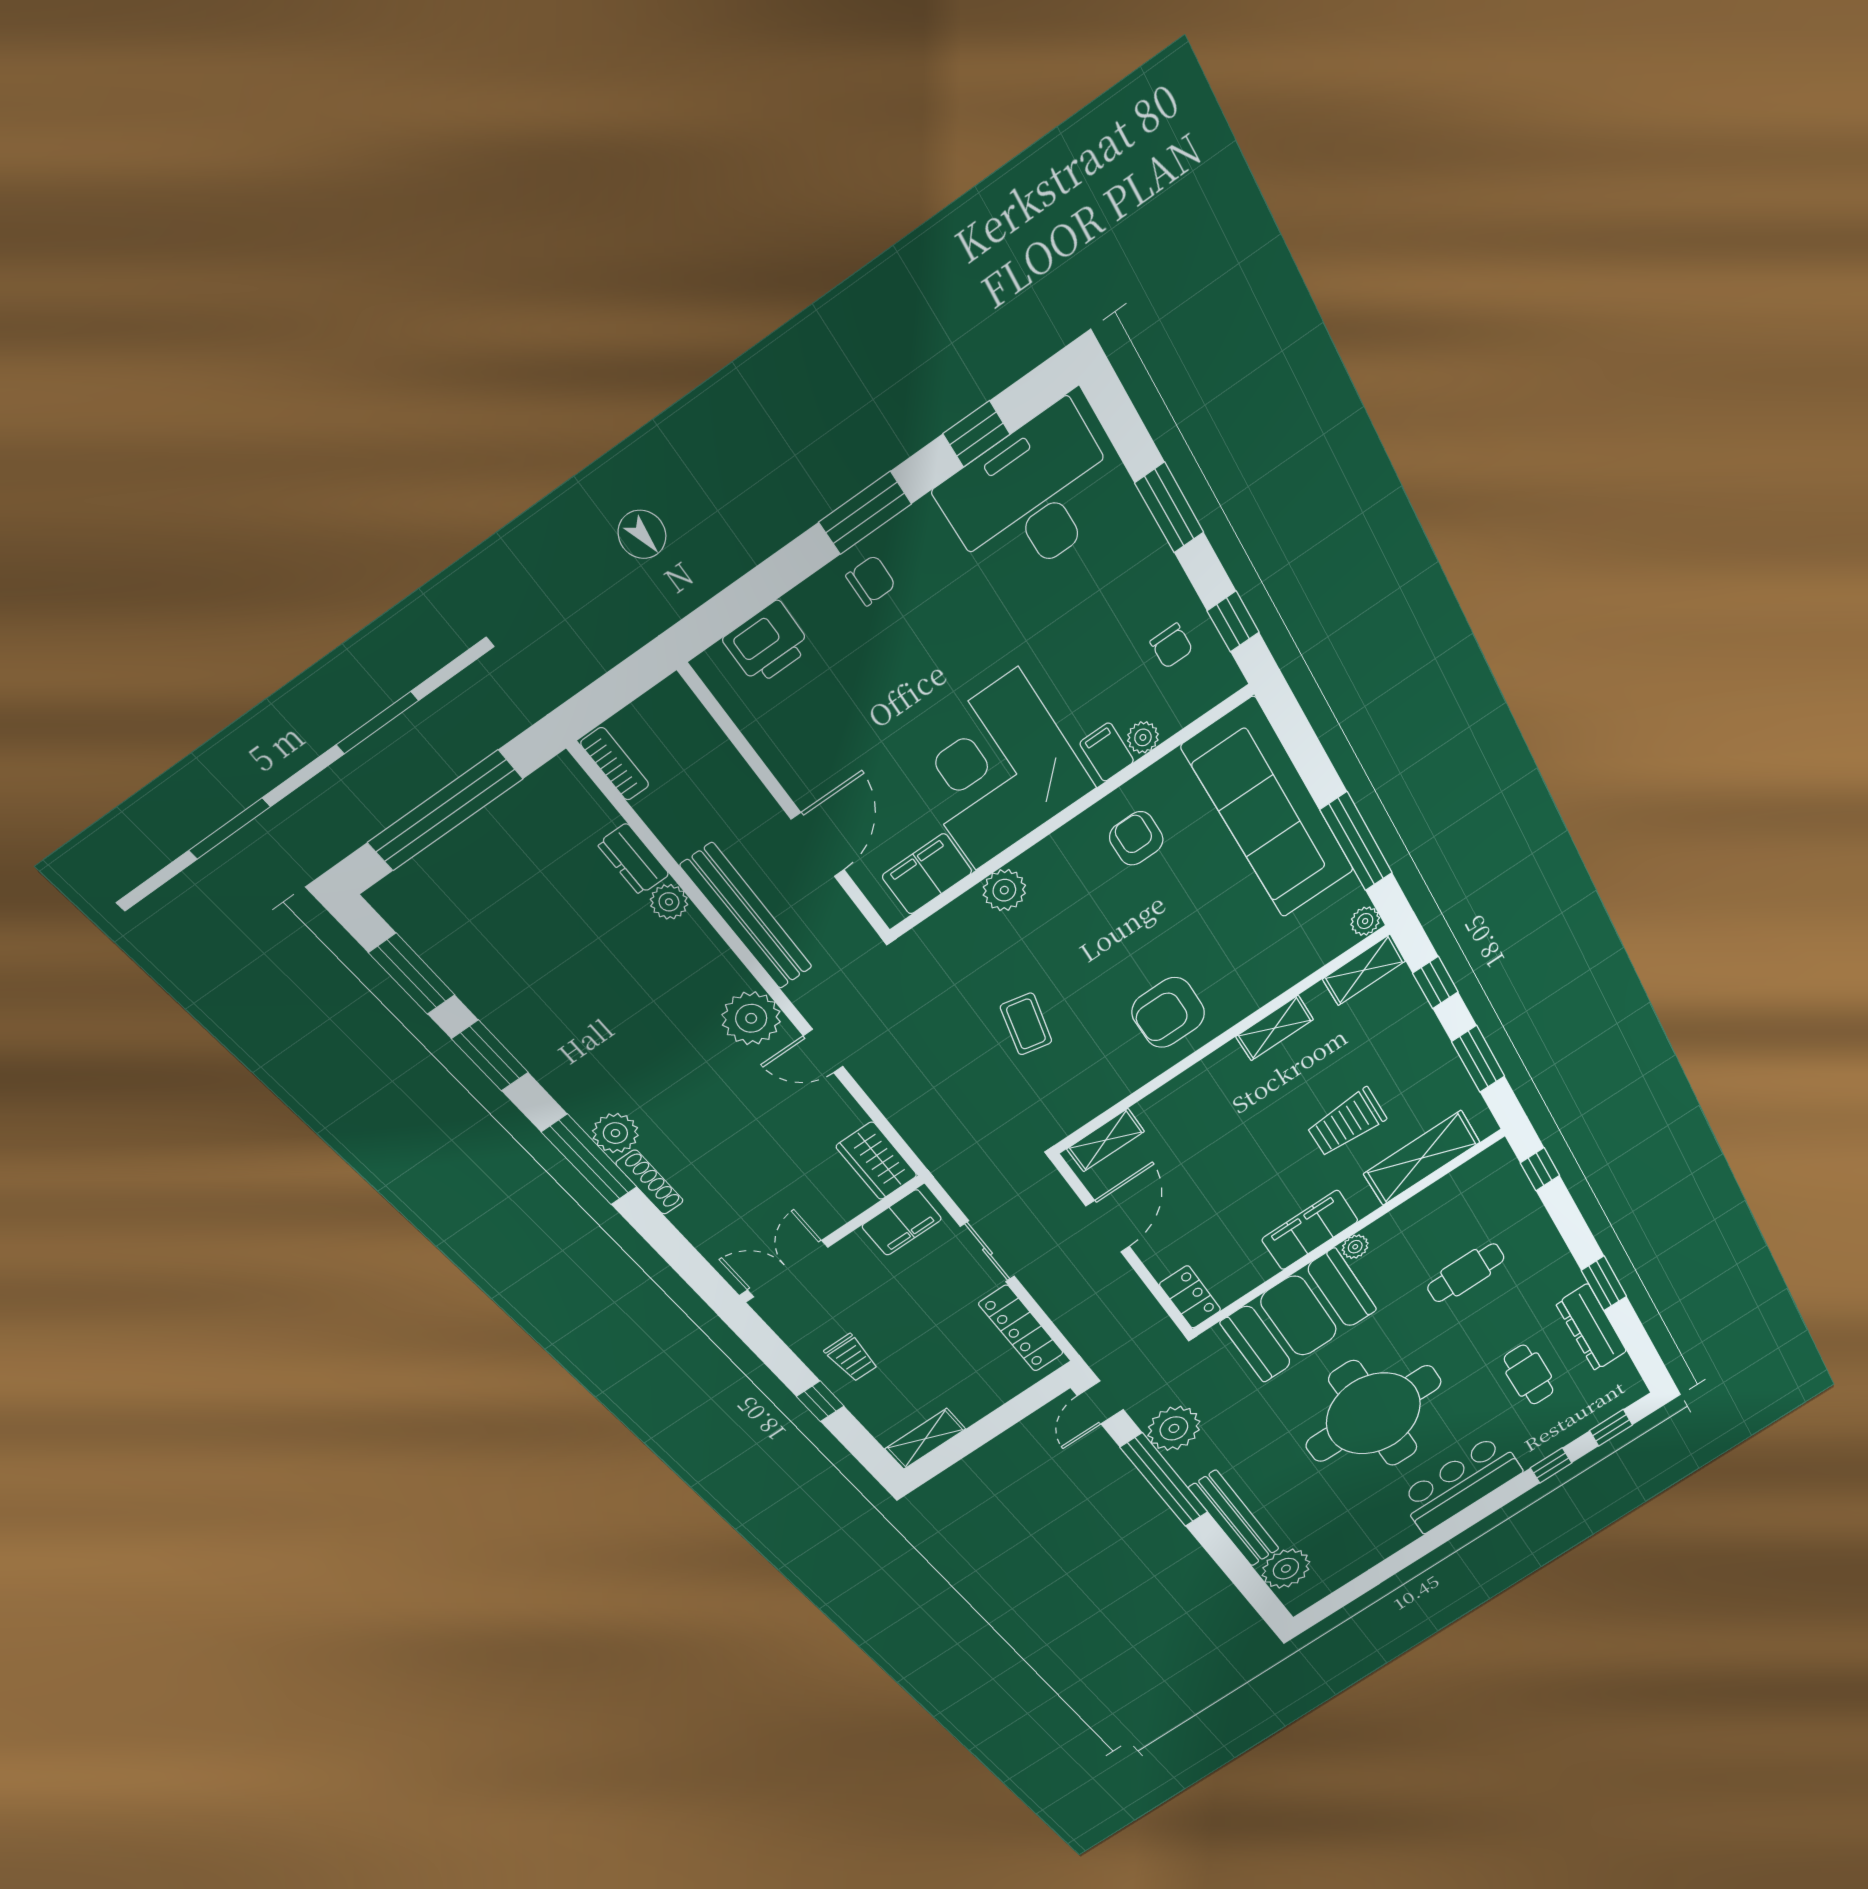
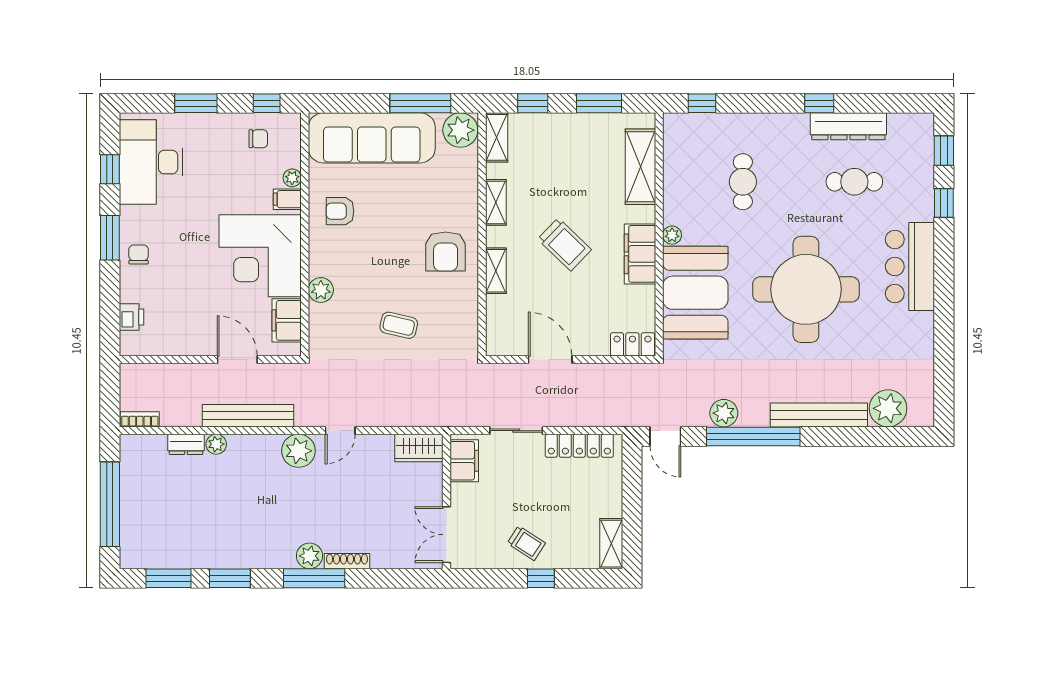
printer: (767, 643) -> (131, 317), width x0.73, depth x0.81
plant: (1365, 921) -> (460, 130), width x1.87, depth x1.87
trolley: (1347, 1122) -> (564, 244), moved, turned -46
shelving: (1106, 1140) -> (496, 271), moved
window: (1604, 1283) -> (819, 103), width x0.67
trolley: (851, 1358) -> (526, 543), turned 33
plant: (1174, 1428) -> (724, 413), width x0.73, depth x0.73

